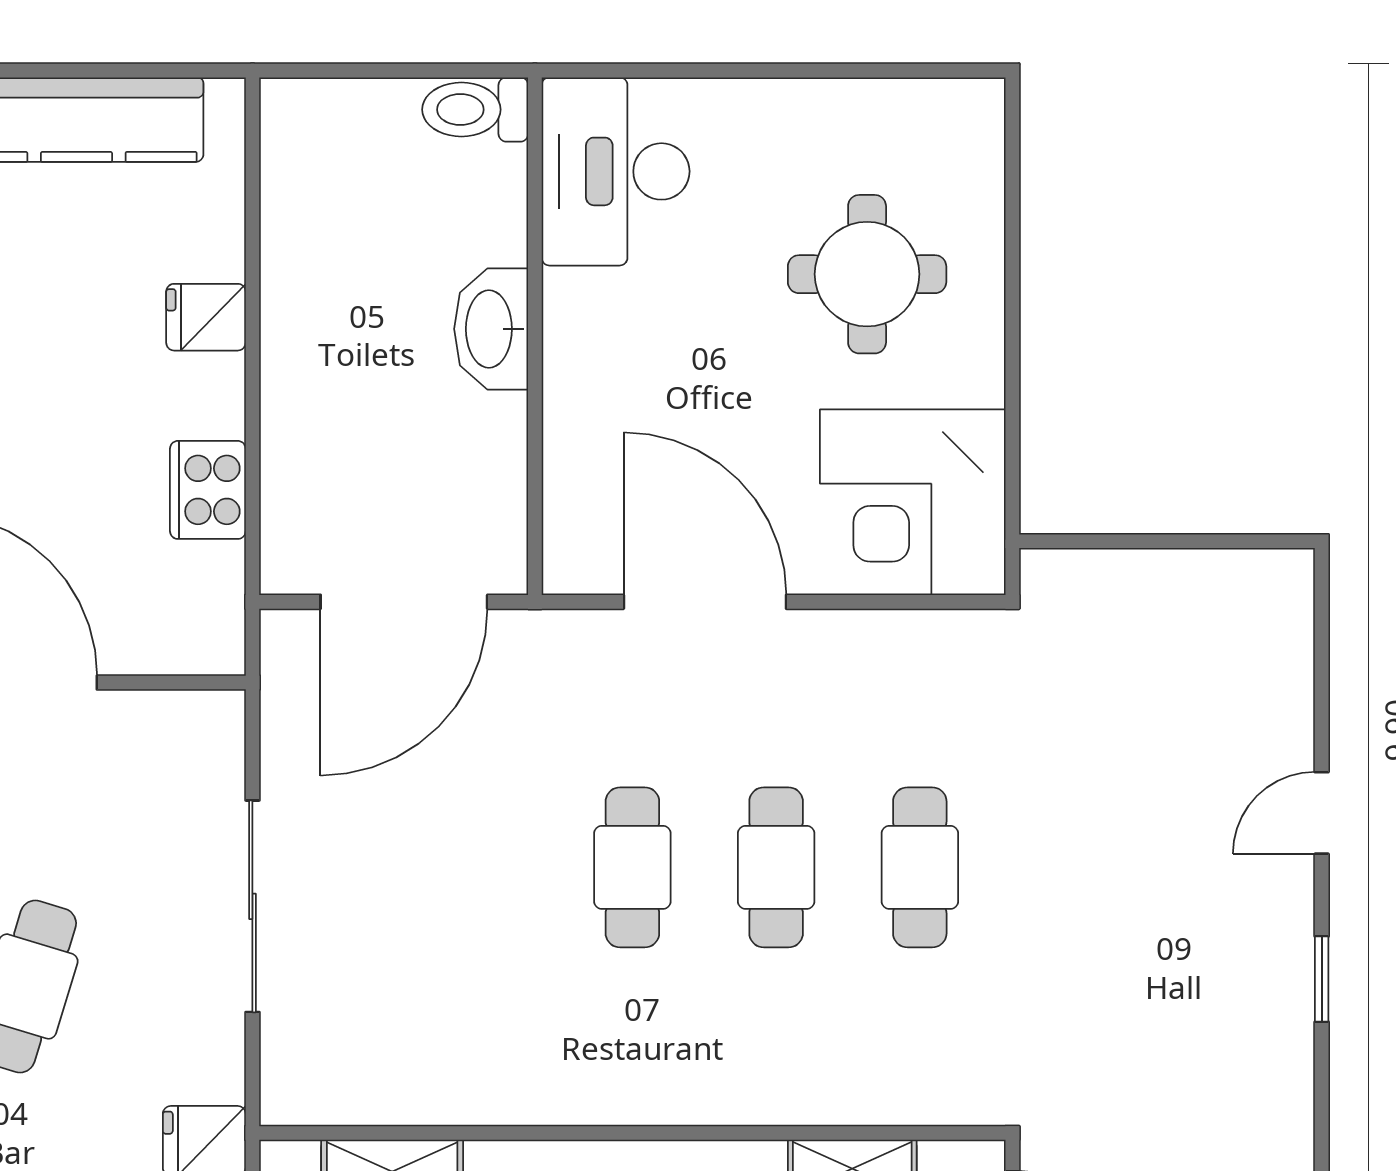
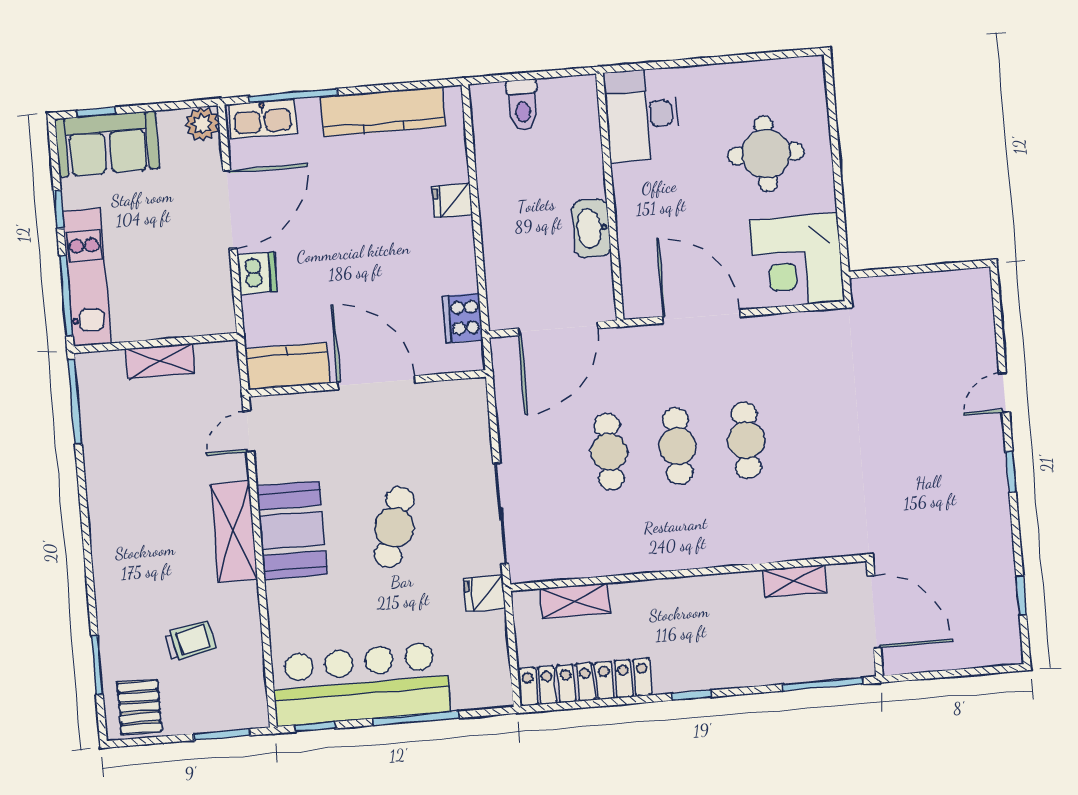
toilet: (475, 110) -> (523, 105), moved, turned -90
washbasin: (491, 329) -> (591, 228), moved
cooker: (208, 490) -> (463, 318), moved
cafe table: (920, 867) -> (609, 452), moved
sliding door: (252, 906) -> (501, 514), moved

